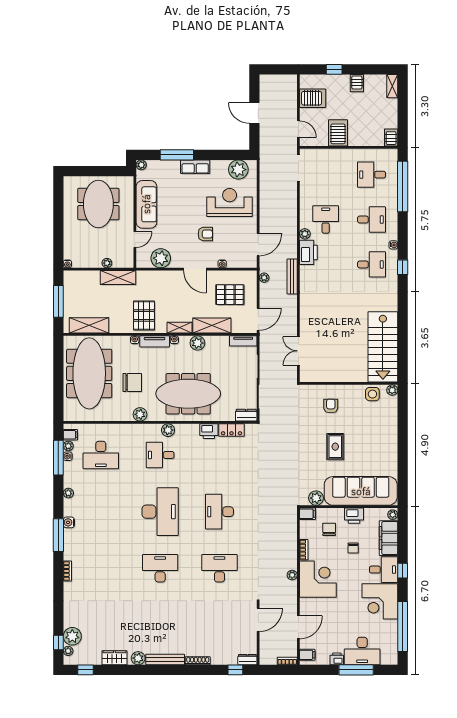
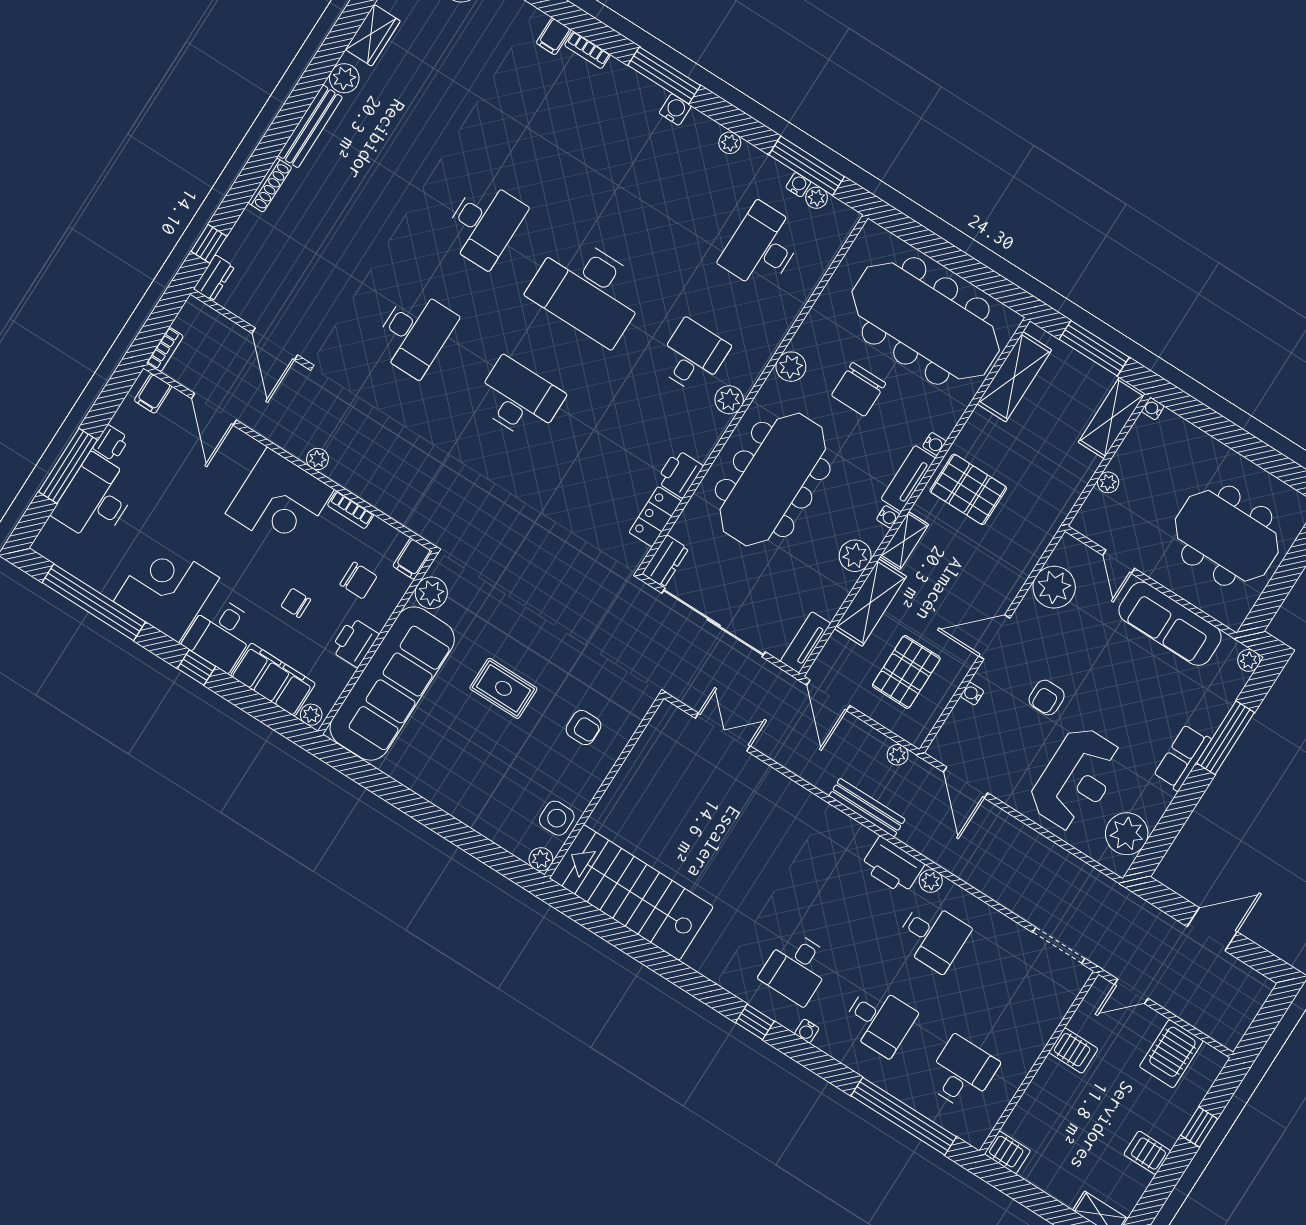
server rack: (338, 133) -> (1073, 1051), width x0.73, depth x0.70
desk: (372, 220) -> (879, 1020), turned -90
shelving: (118, 277) -> (1112, 418), moved
filing cabinet: (70, 435) -> (554, 36), moved

